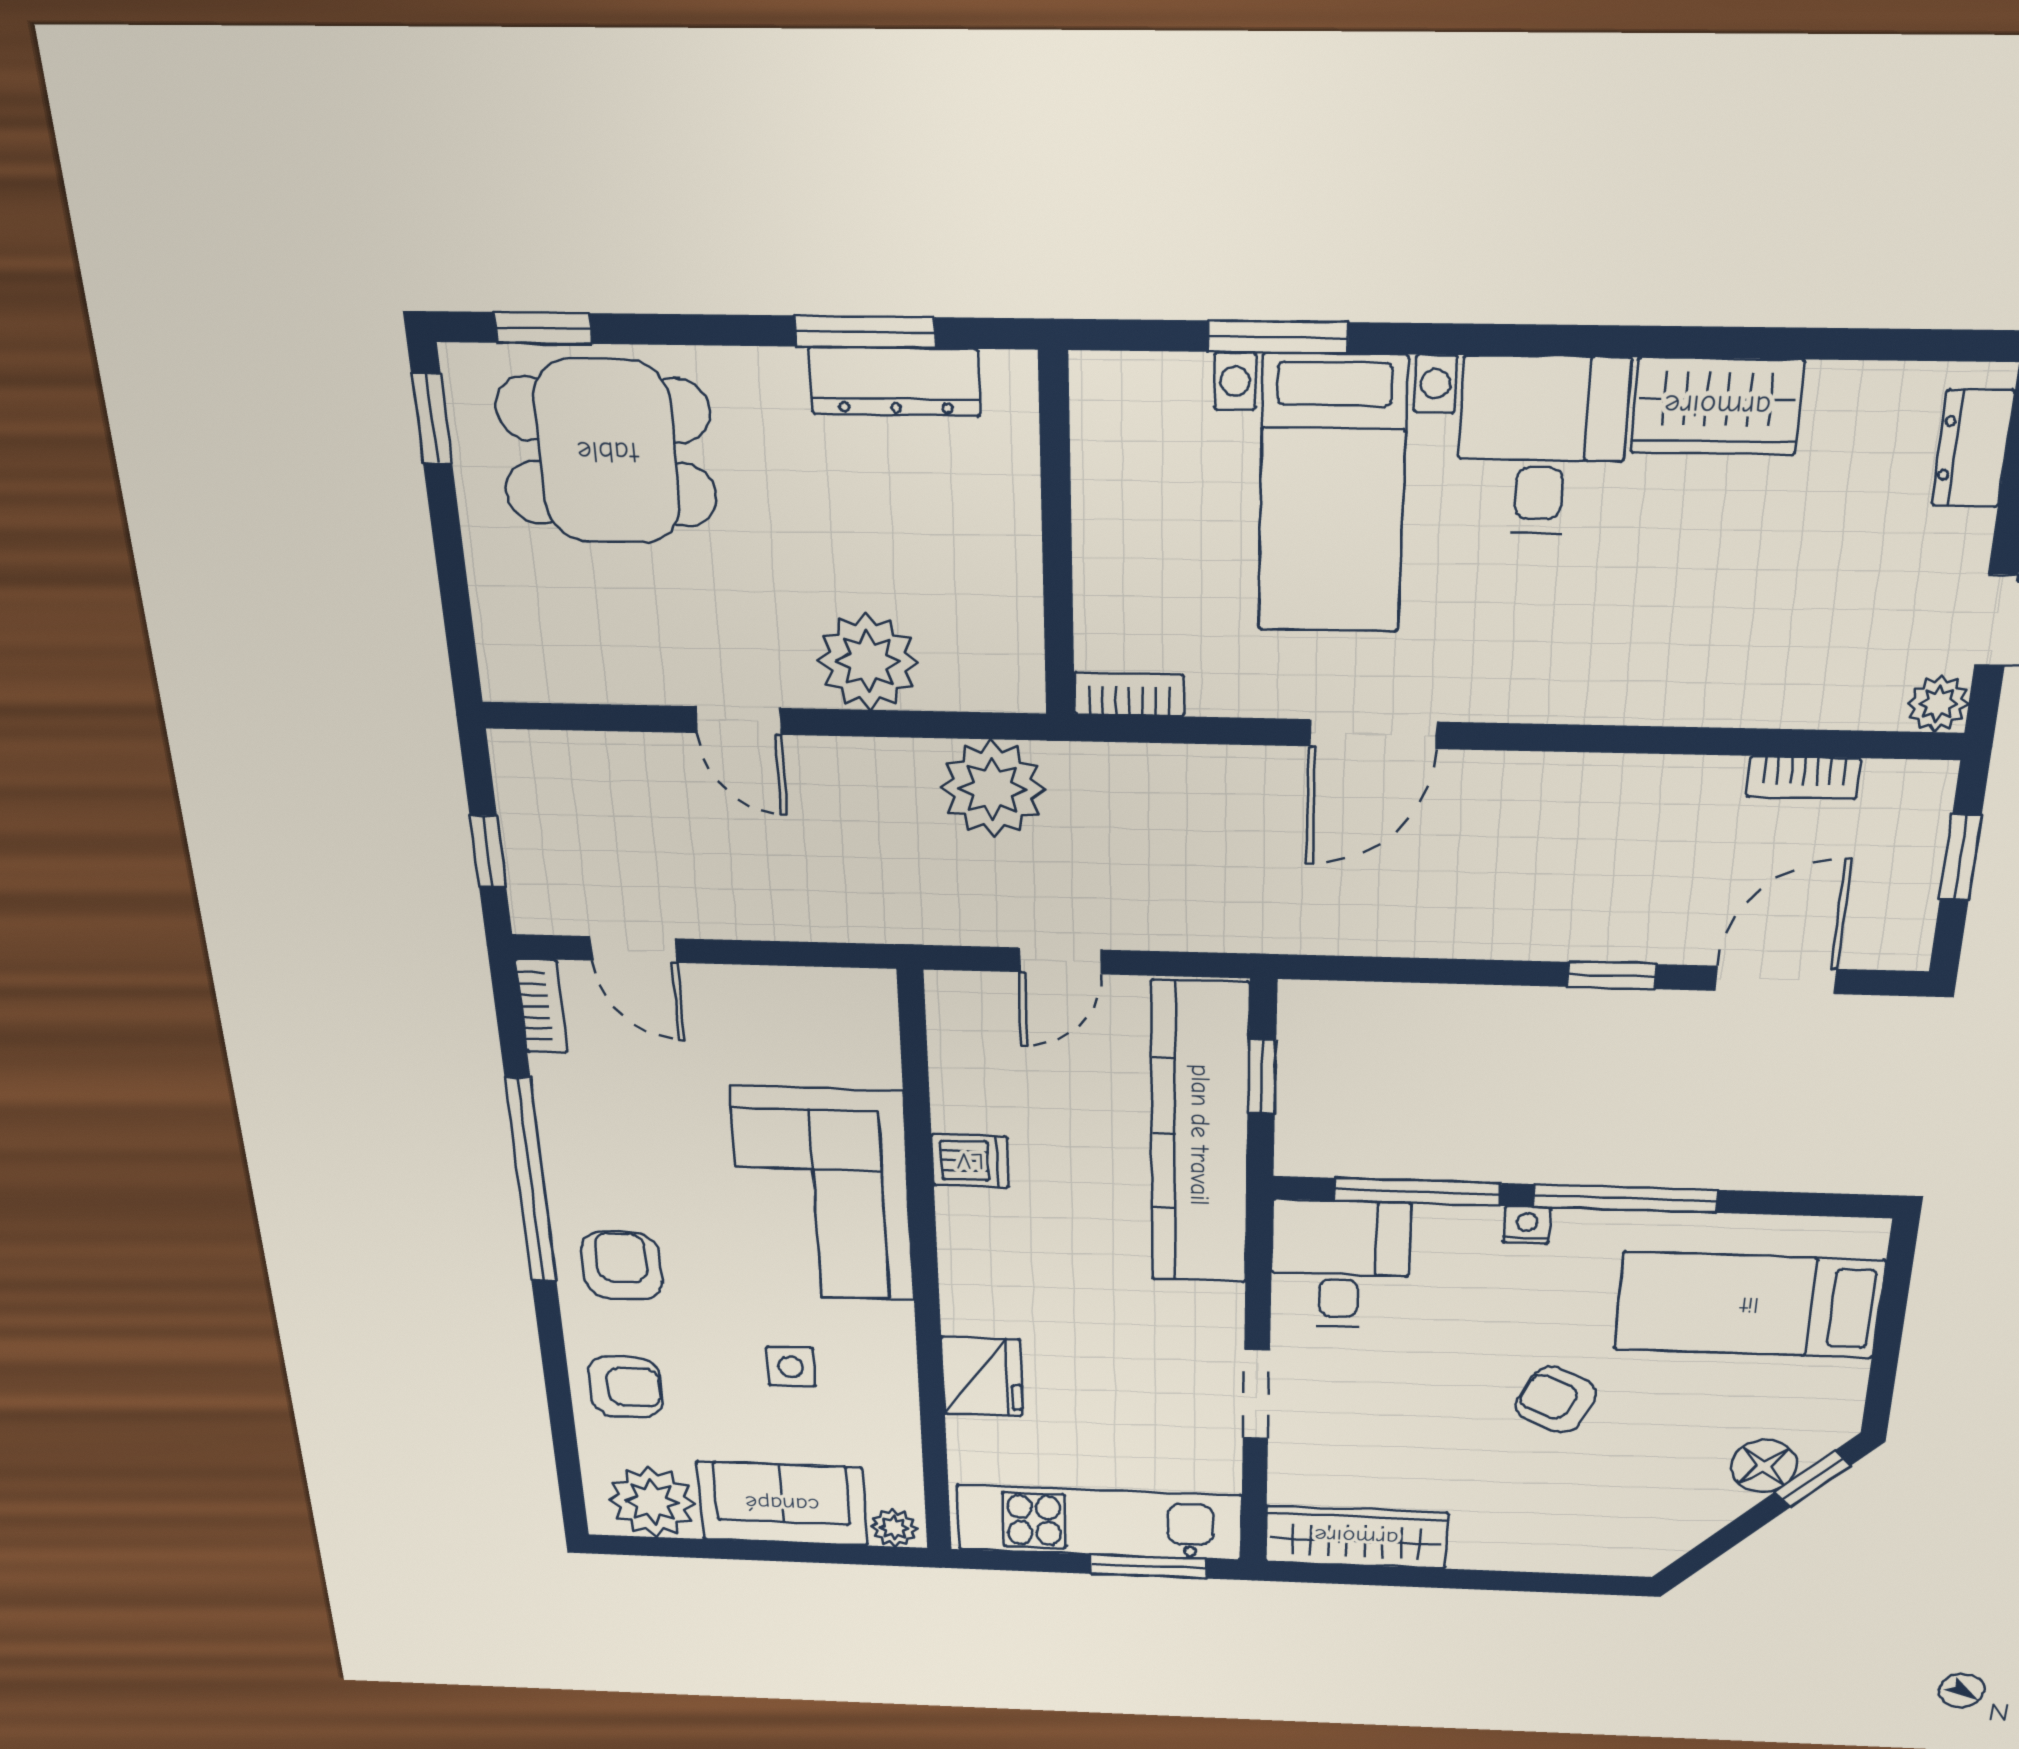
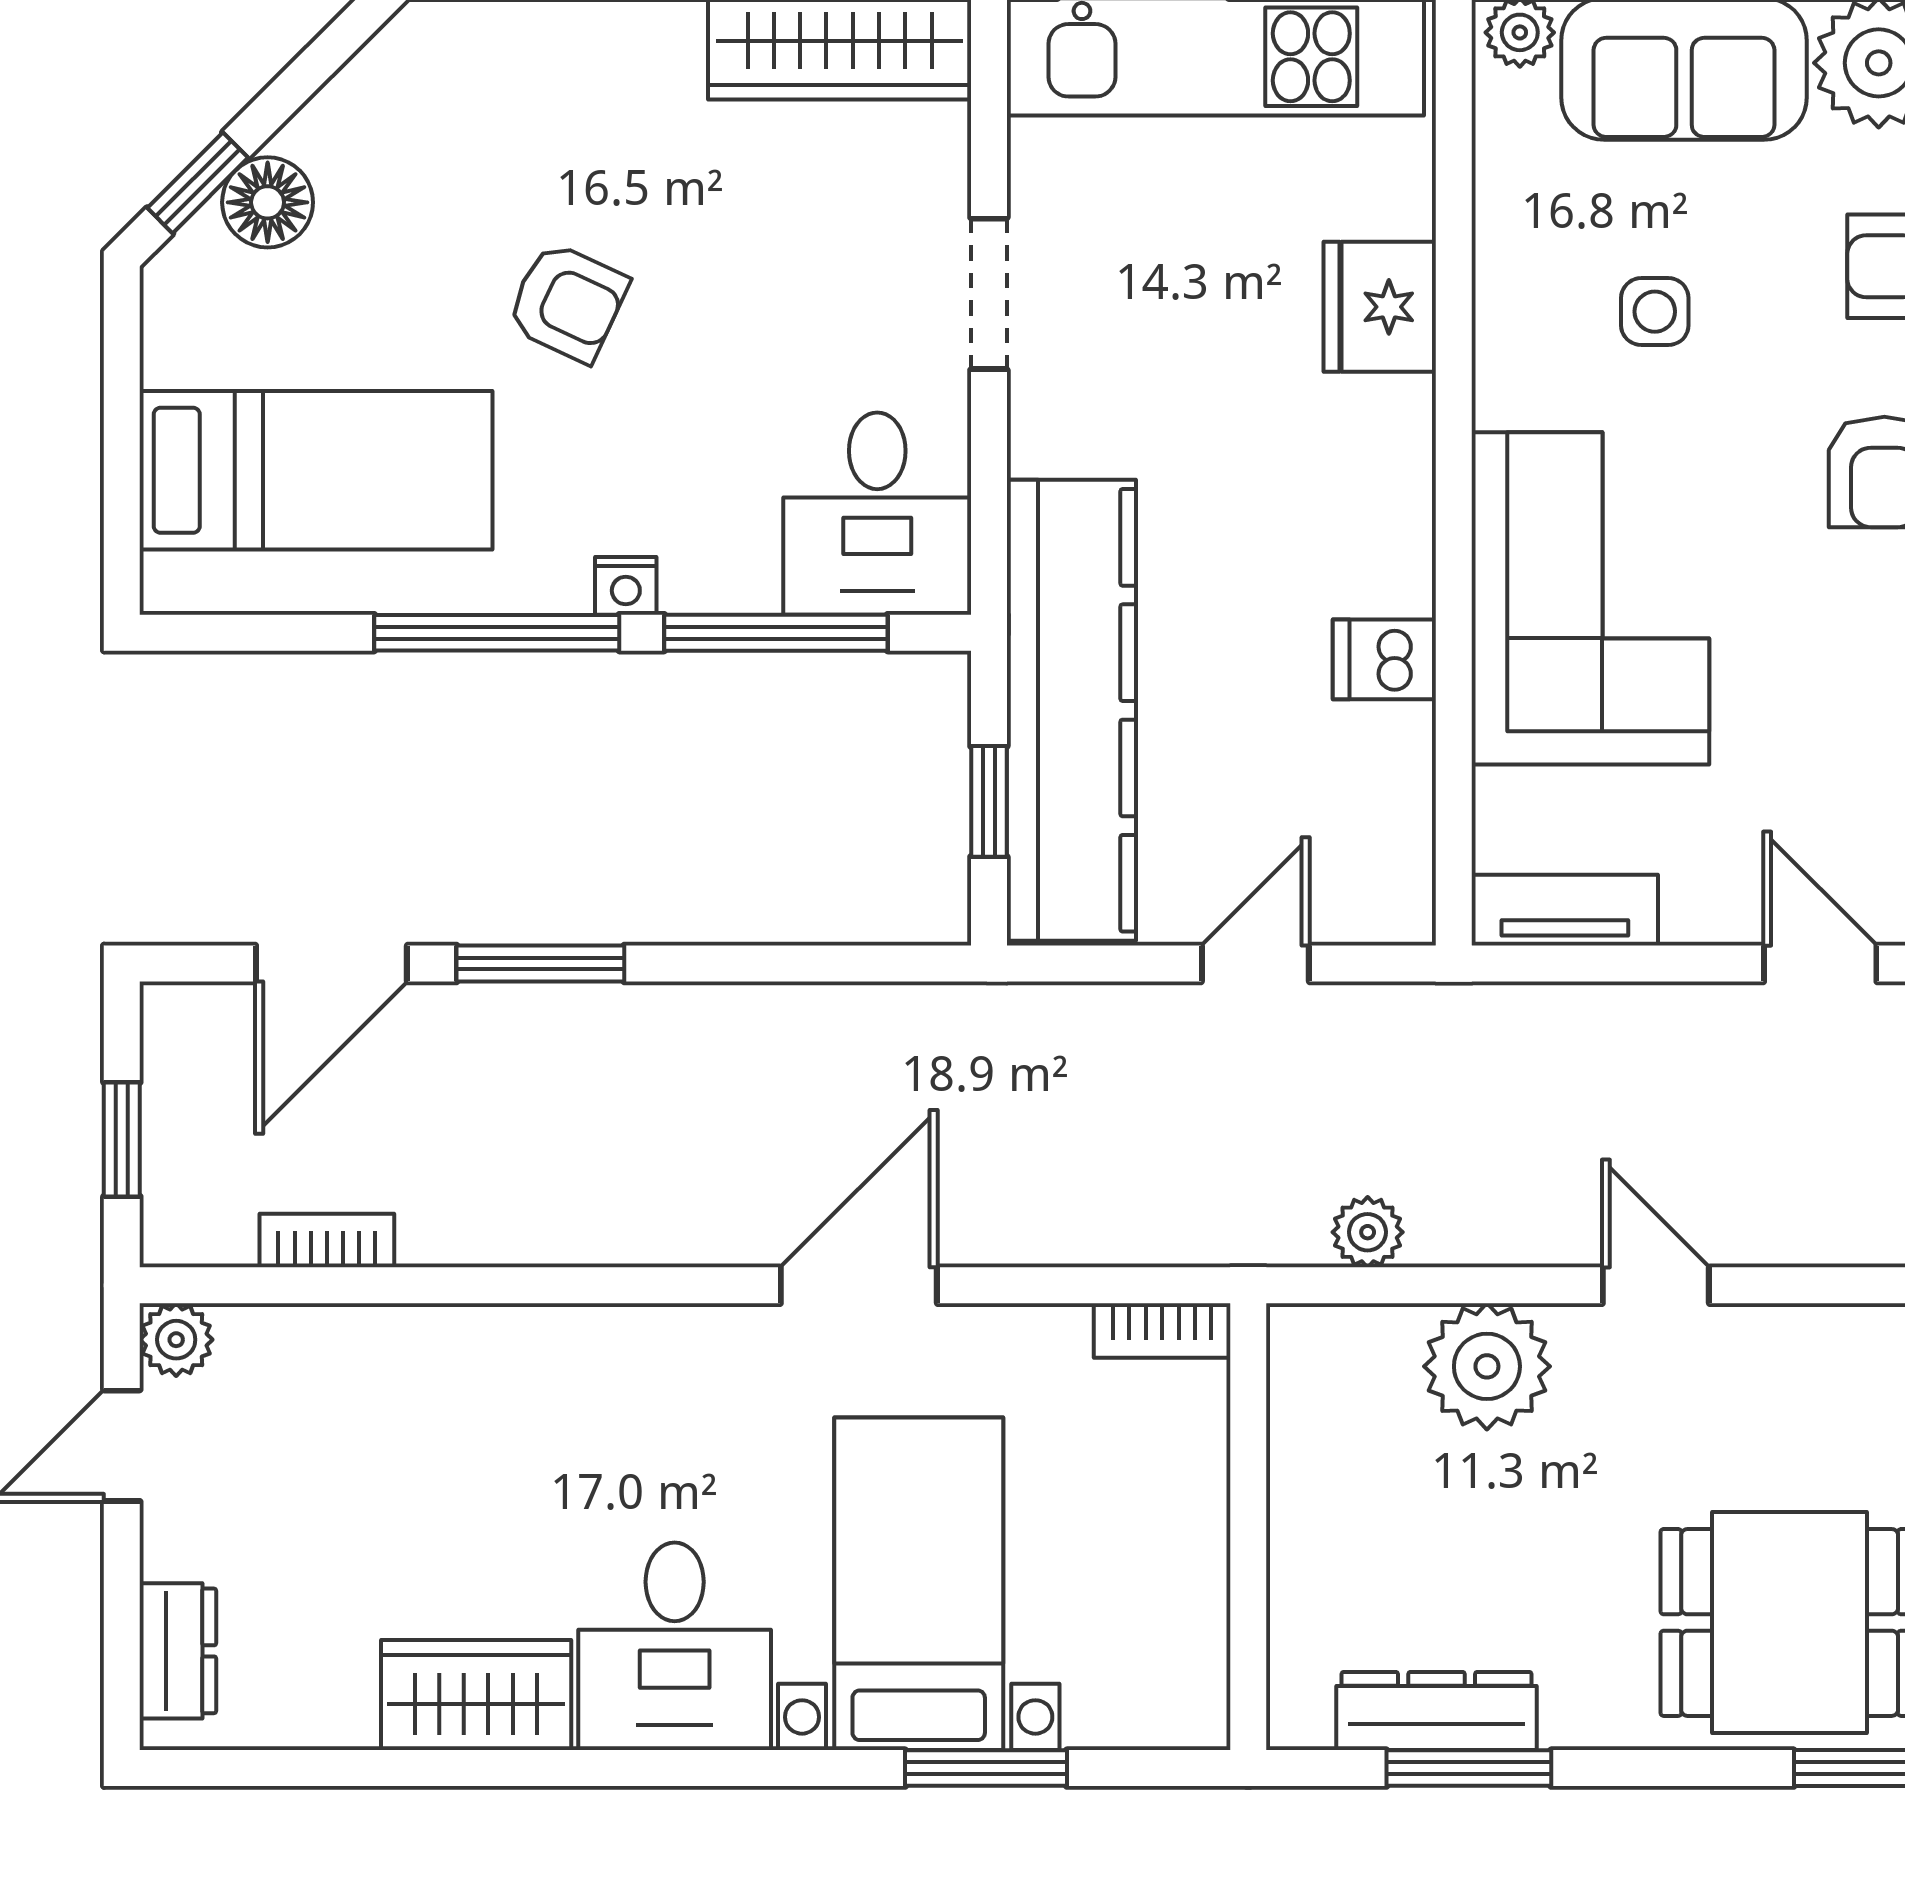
plant: (992, 789) -> (1368, 1232), width x0.53, depth x0.53
window: (1612, 976) -> (540, 963), width x1.50
tv unit: (828, 991) -> (1565, 910), added

